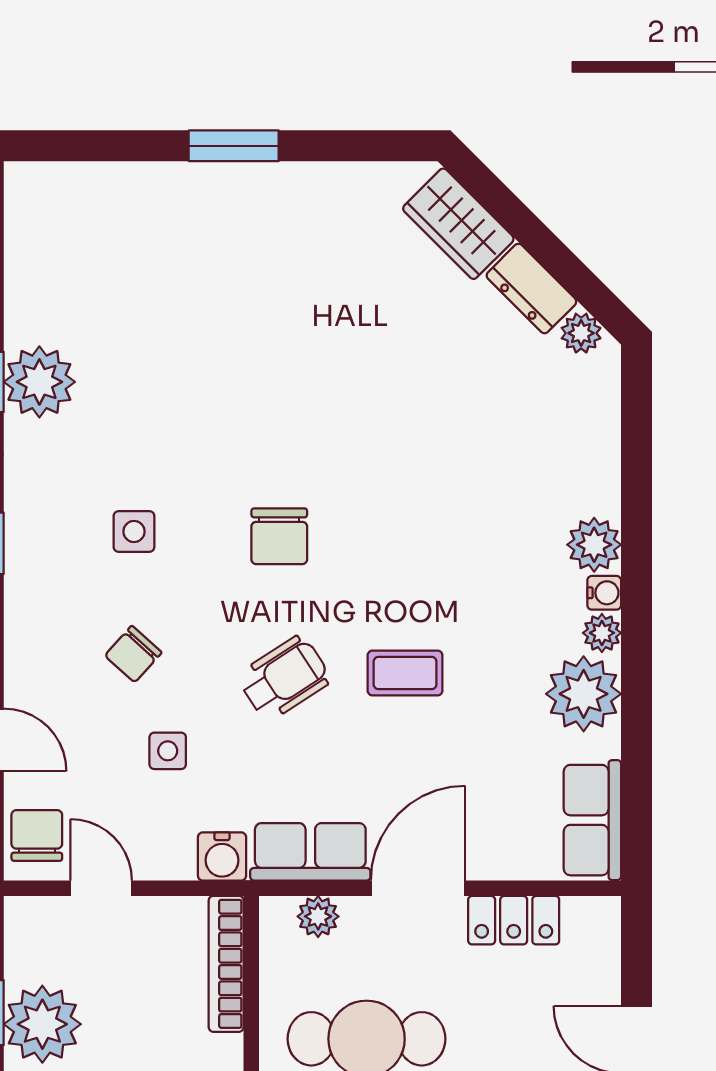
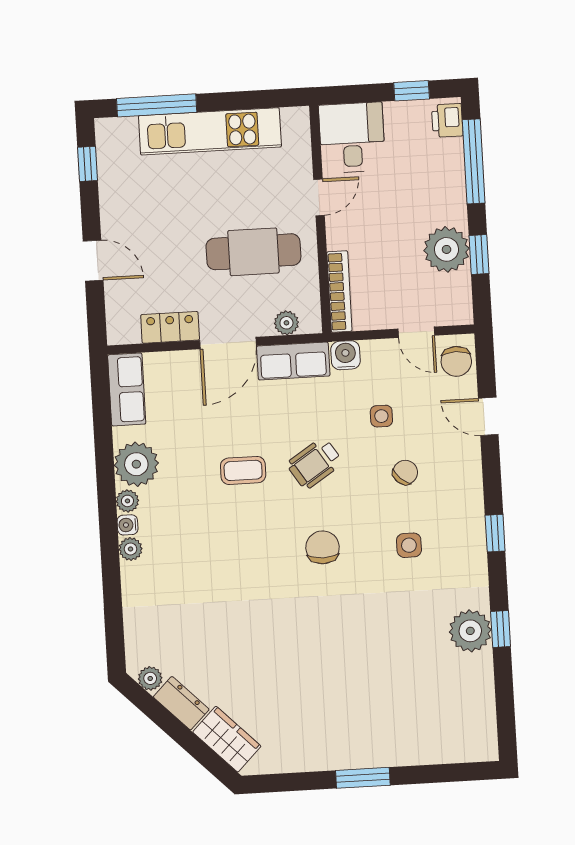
plant: (594, 545) -> (131, 549), width x0.73, depth x0.73

